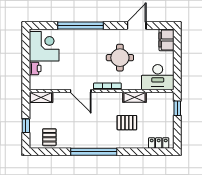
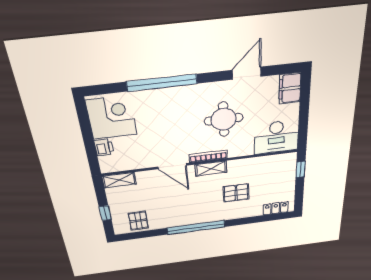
shelving: (134, 97) -> (211, 169), moved

